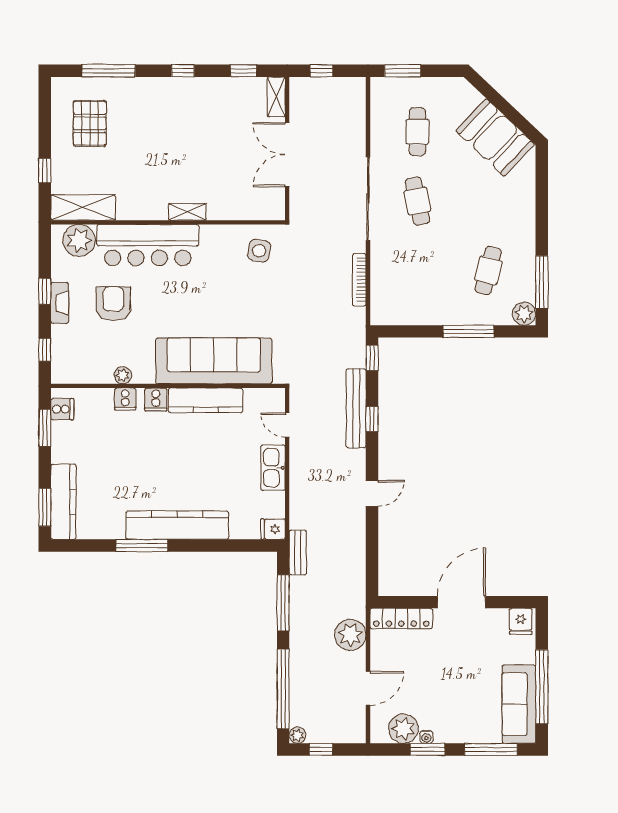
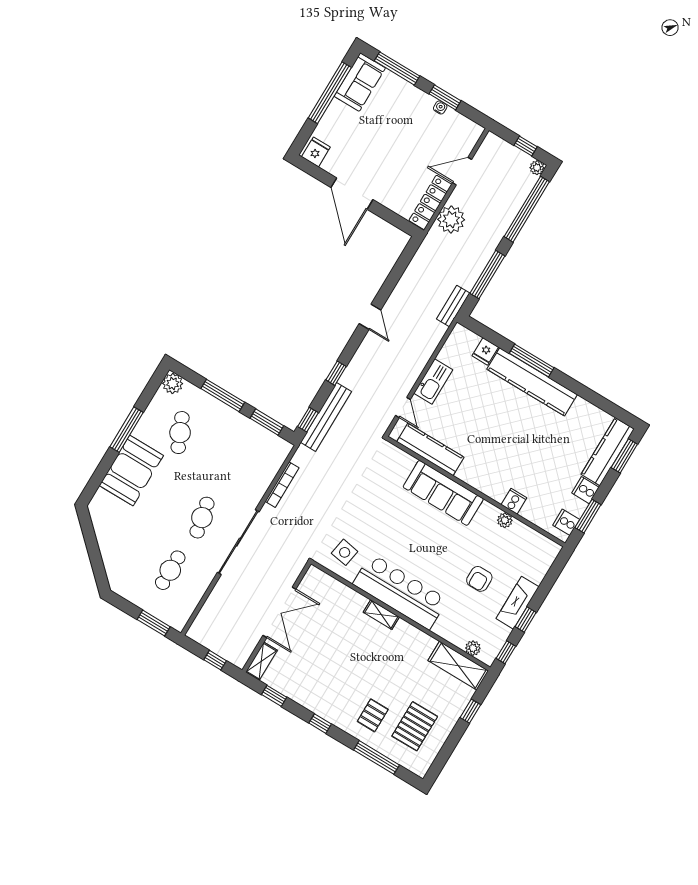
pallet: (137, 109) -> (373, 715), added
booth: (495, 138) -> (131, 471), moved, turned 47
plant: (79, 240) -> (473, 648), width x0.53, depth x0.53
bar counter: (148, 245) -> (400, 592), moved
cafe table: (488, 271) -> (180, 433), turned -39
window: (542, 282) -> (127, 430), moved
fireplace: (60, 303) -> (518, 603), width x1.37, depth x1.32
armchair: (113, 304) -> (479, 579), width x0.72, depth x0.72
window: (410, 331) -> (267, 422), added
window: (45, 350) -> (506, 652), moved
sofa: (214, 361) -> (443, 493), width x0.74, depth x0.79
cooker: (156, 400) -> (585, 490), moved, turned -90
kitchen counter: (206, 400) -> (430, 449), moved
bench: (356, 408) -> (326, 417), moved
door: (372, 493) -> (370, 317), swing flipped
fridge: (273, 529) -> (485, 351), moved, turned 90
window: (142, 546) -> (532, 360), moved
door: (461, 602) -> (352, 194), hinge flipped
locker: (401, 618) -> (430, 202), moved, turned -90
sofa: (519, 704) -> (360, 82), width x0.73
plant: (403, 729) -> (454, 124), removed

